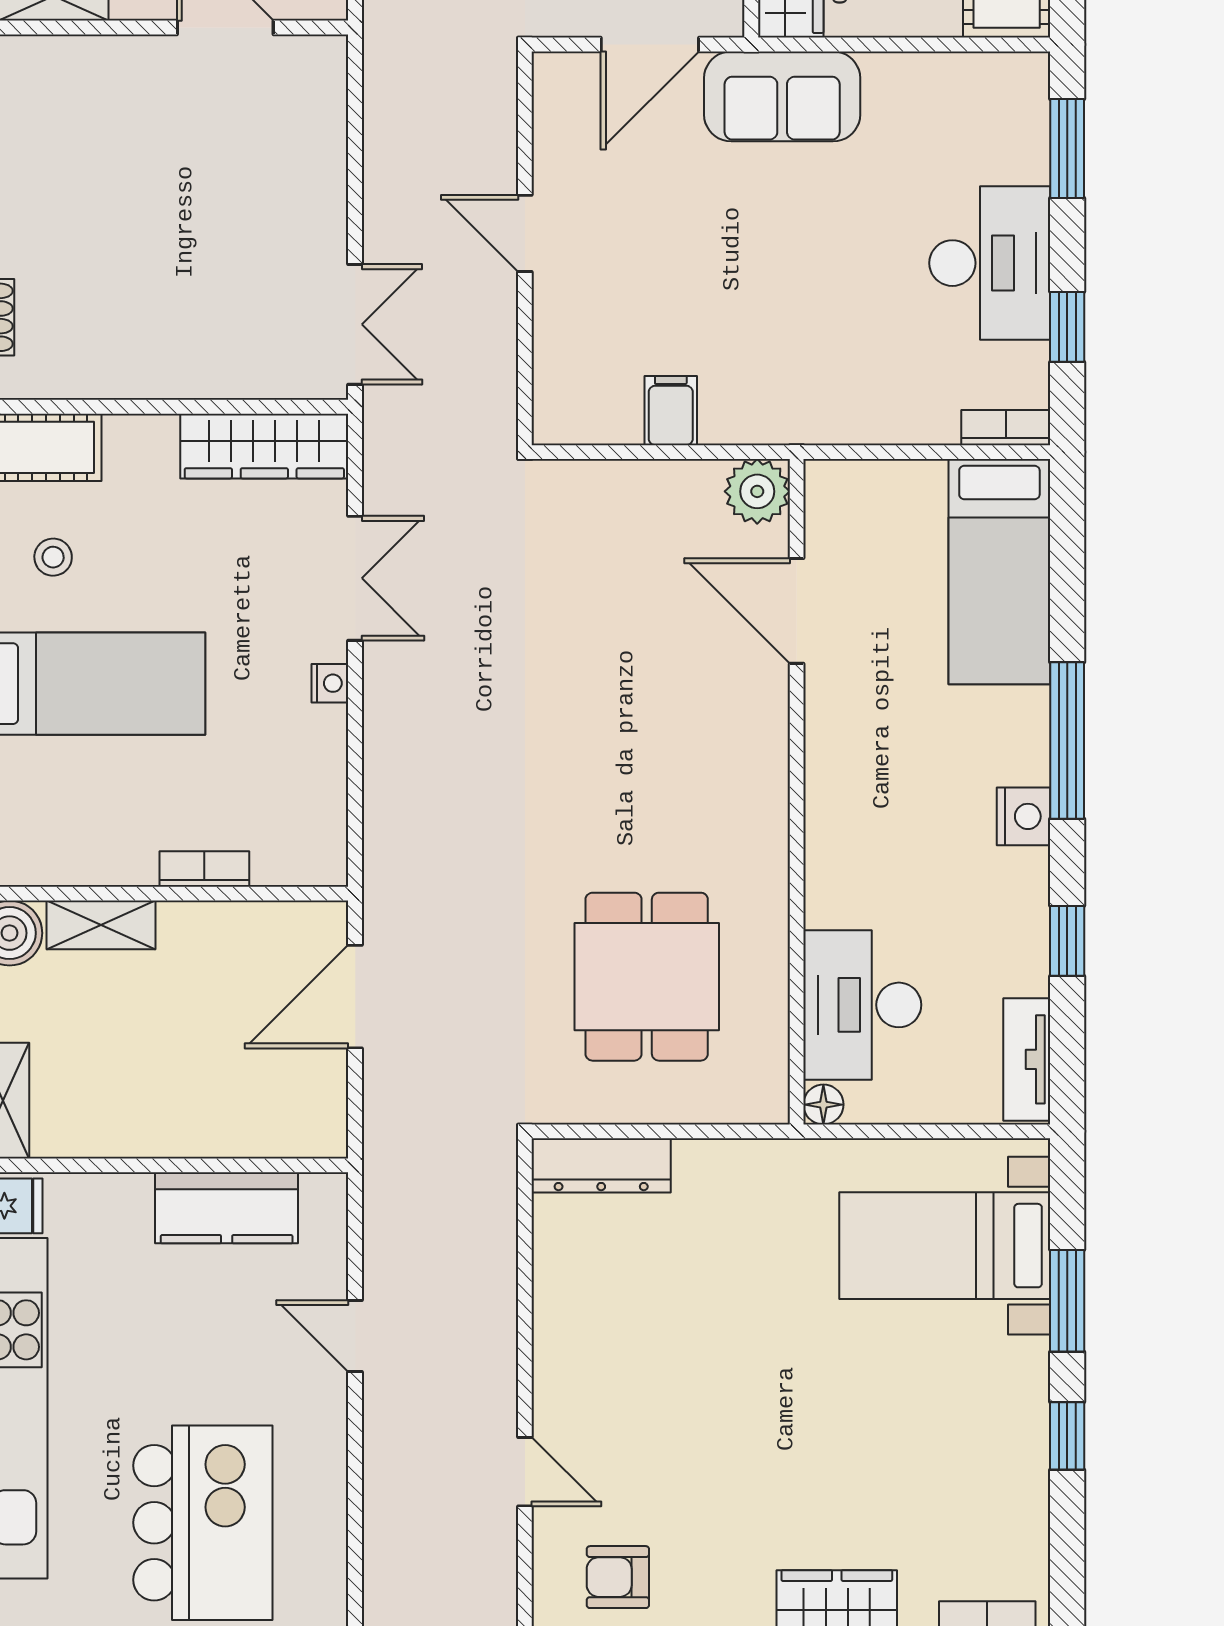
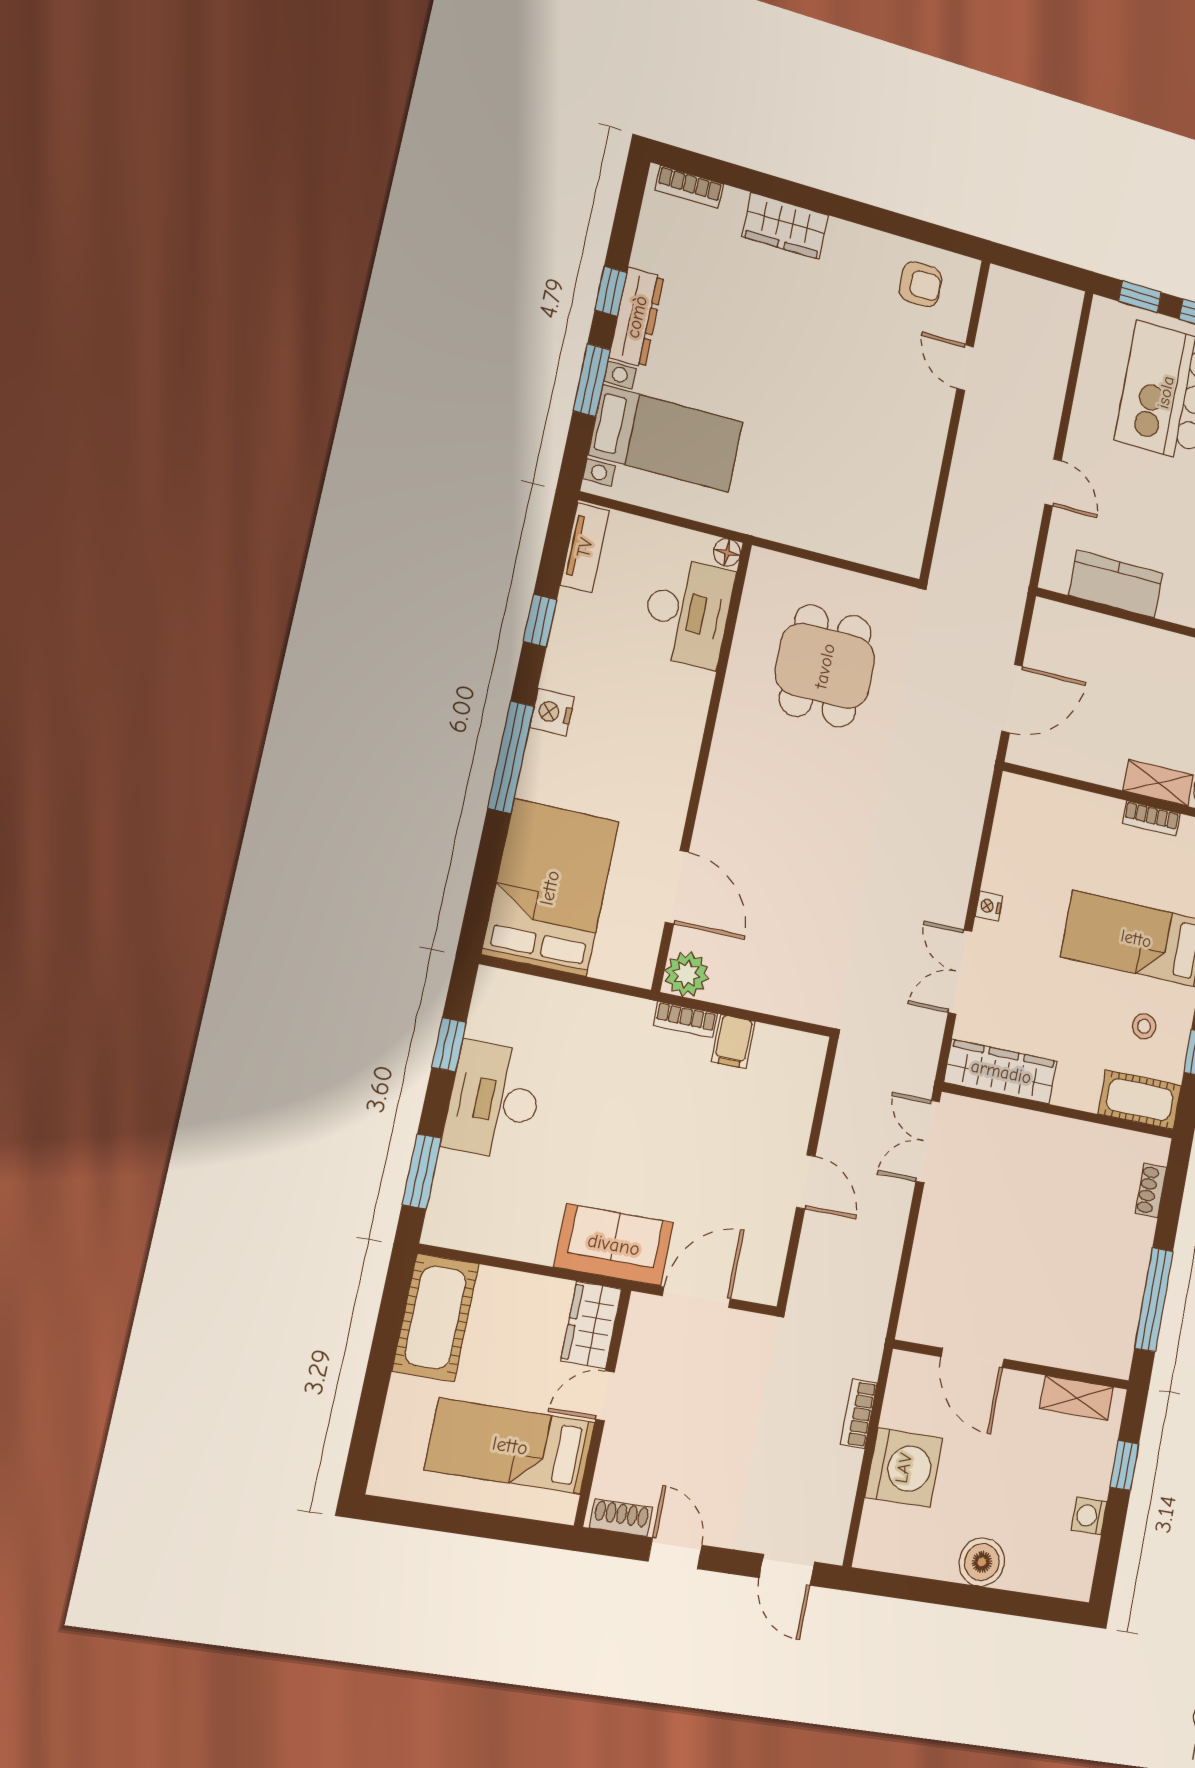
bookcase: (1006, 428) -> (685, 1020), moved
bed: (999, 572) -> (550, 888), width x1.50
bookcase: (204, 869) -> (1151, 818), moved
dresser: (601, 1165) -> (637, 317), moved, turned 90

